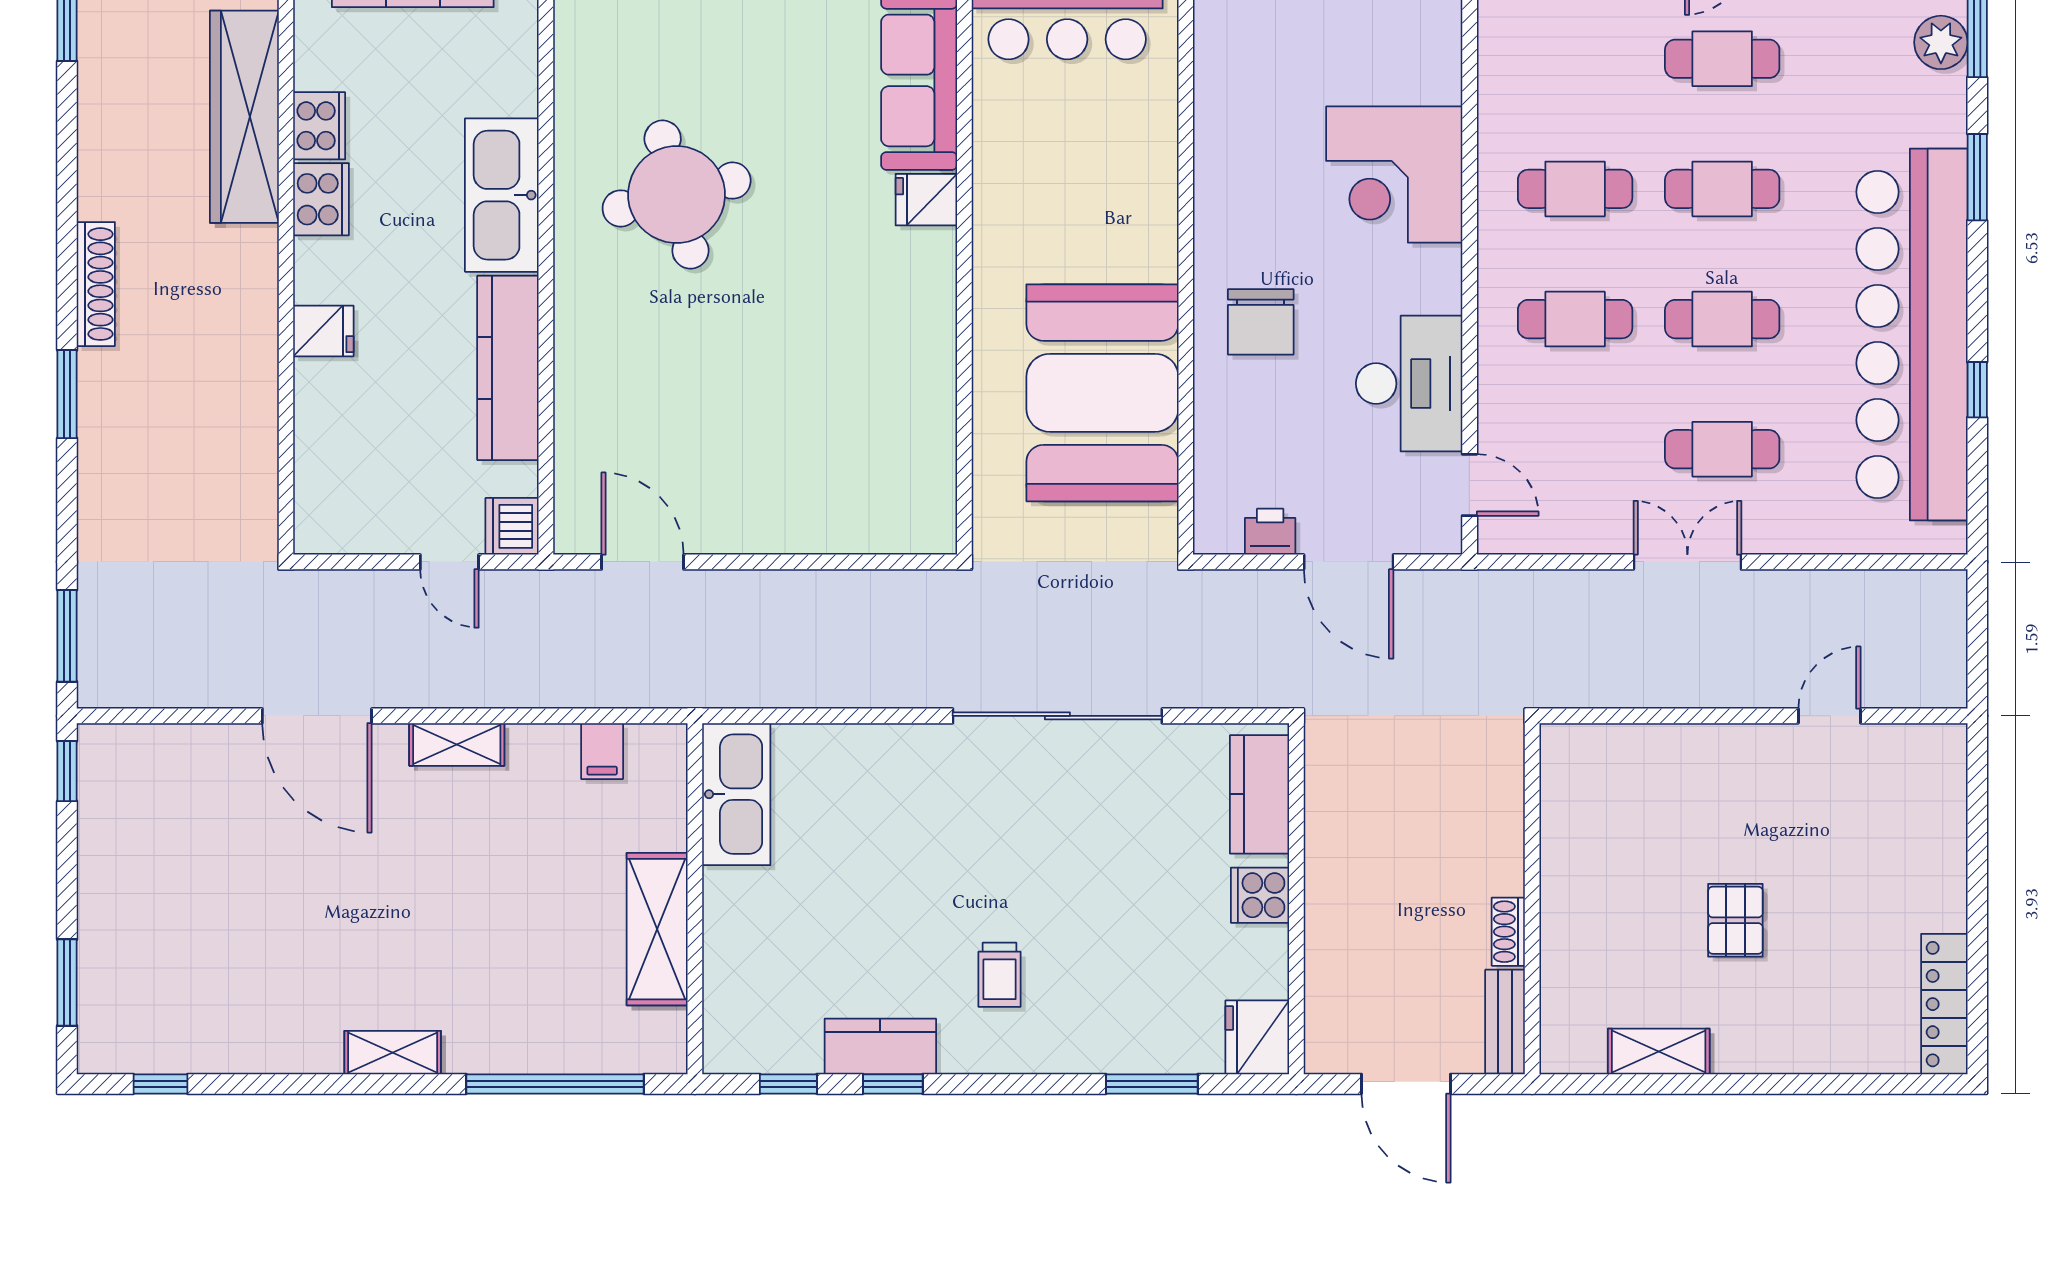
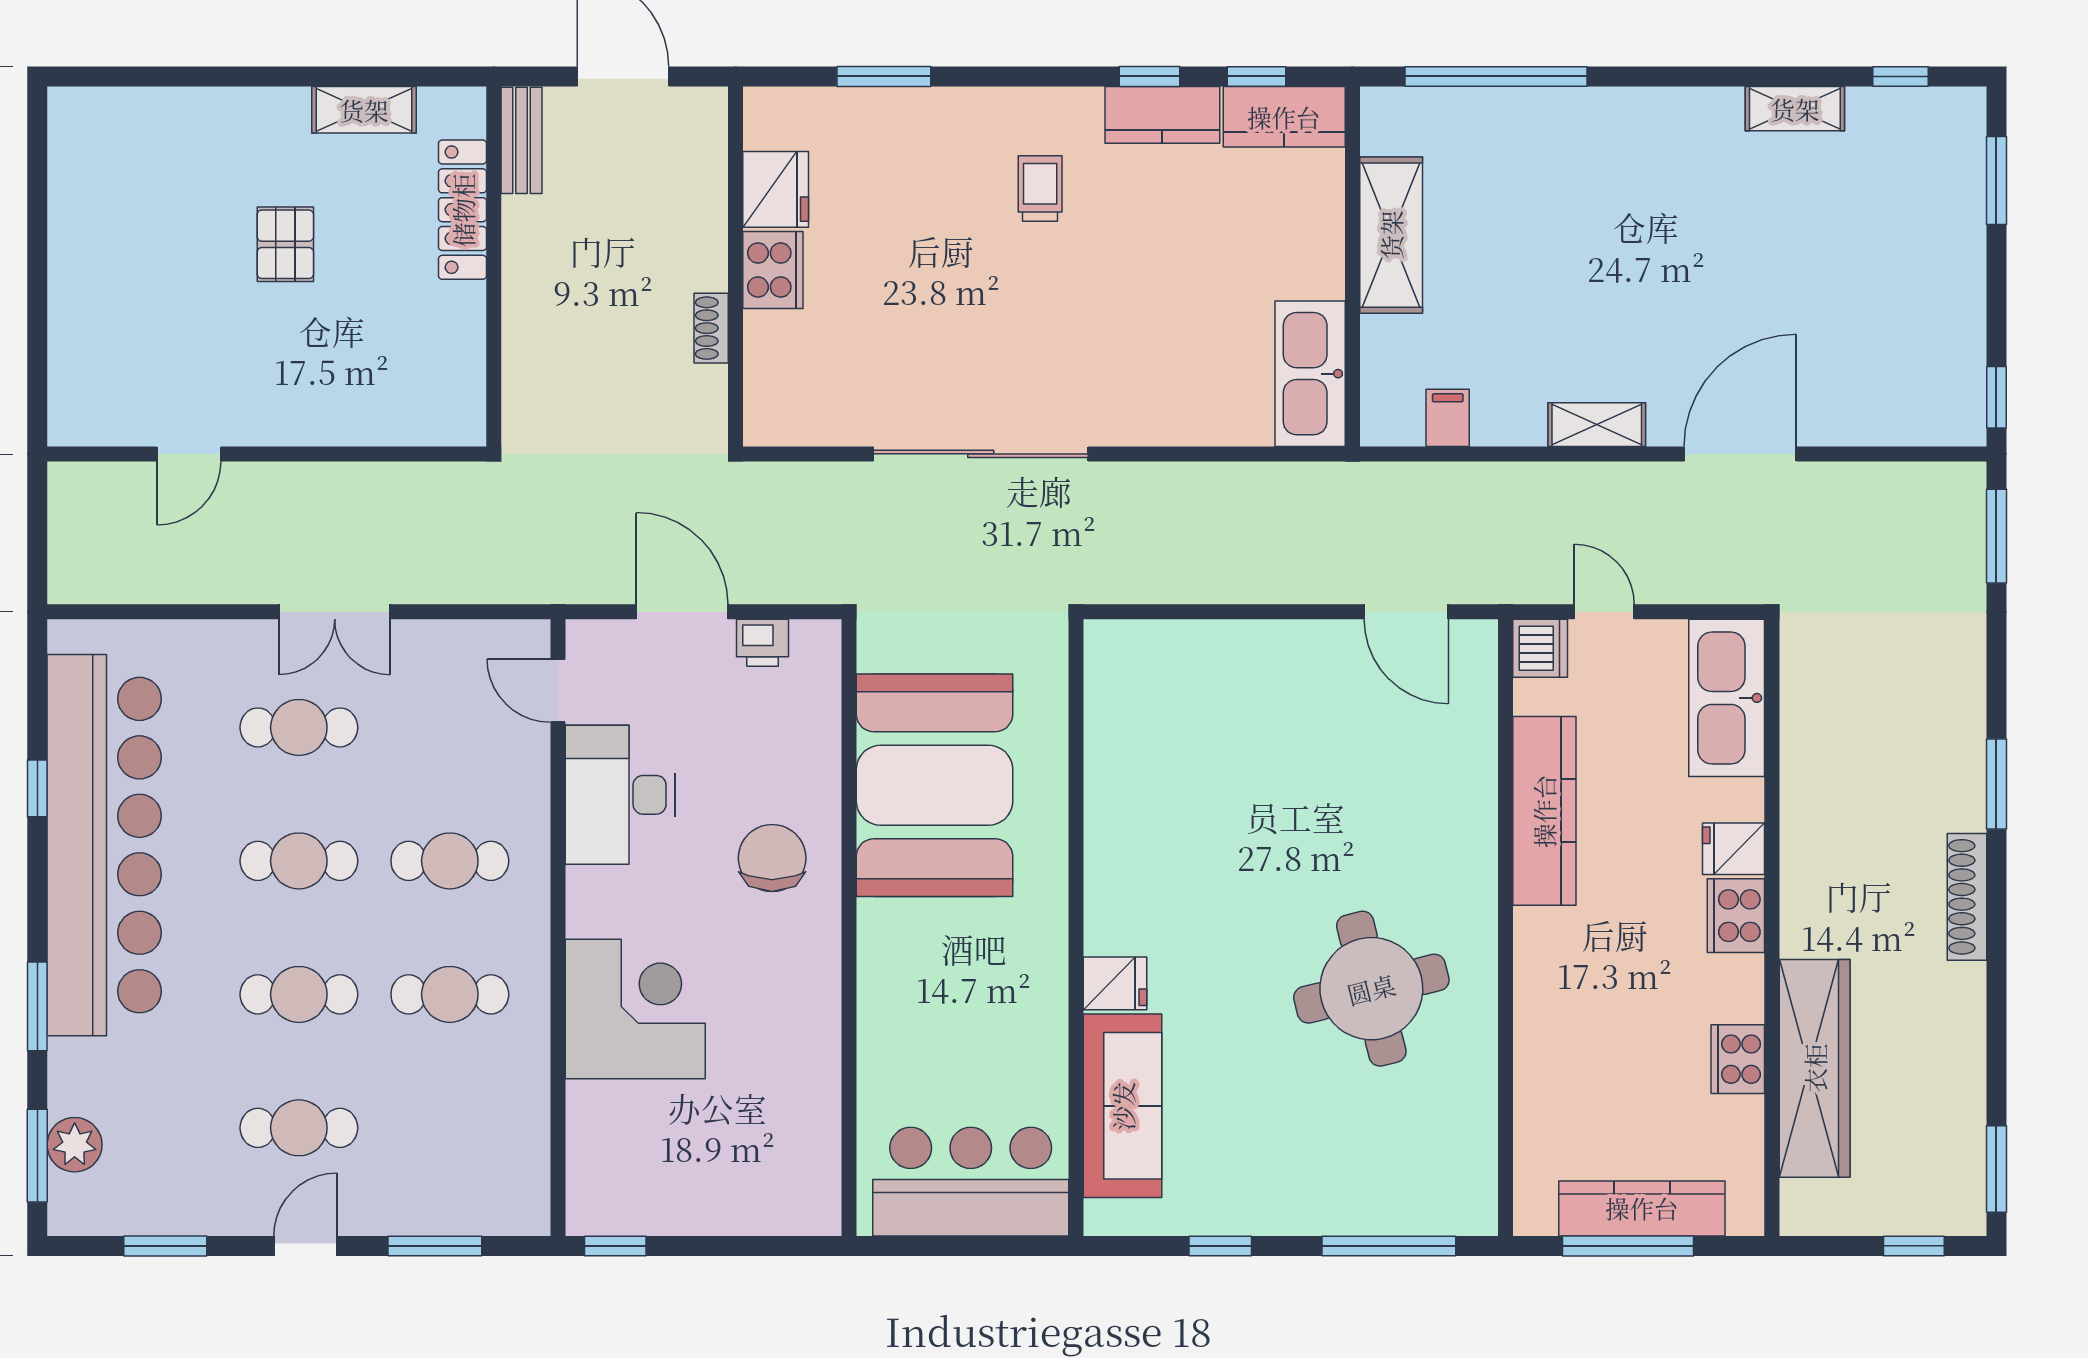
kitchen sink: (502, 195) -> (1727, 698), moved, turned 180
cooker: (321, 199) -> (1736, 916), moved
door: (317, 716) -> (1740, 454), hinge flipped
kitchen counter: (1260, 794) -> (1284, 117), moved, turned 90
cooker: (1260, 895) -> (773, 270), width x1.36
shoe rack: (1508, 932) -> (711, 328), moved, turned 180
locker: (1944, 1004) -> (463, 210), moved, turned 180
fridge: (1257, 1037) -> (776, 189), moved
shelving: (393, 1053) -> (1795, 109), moved

